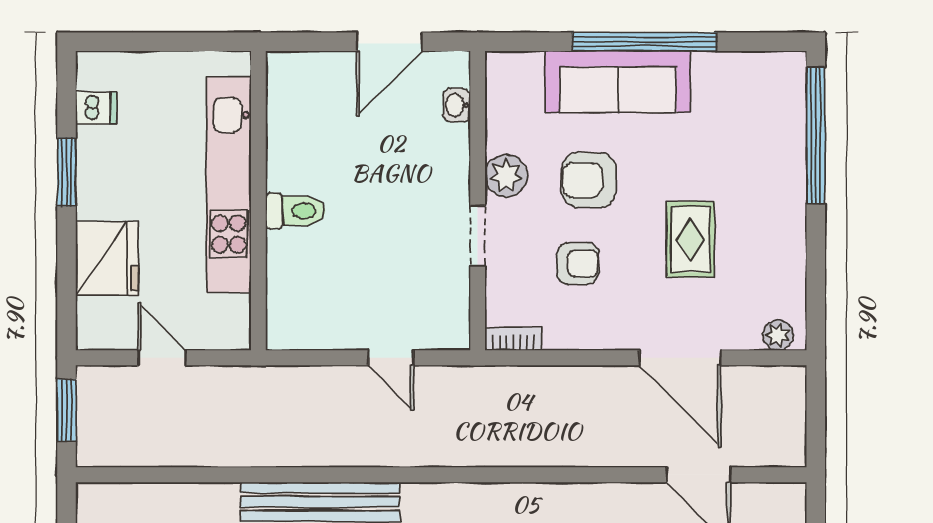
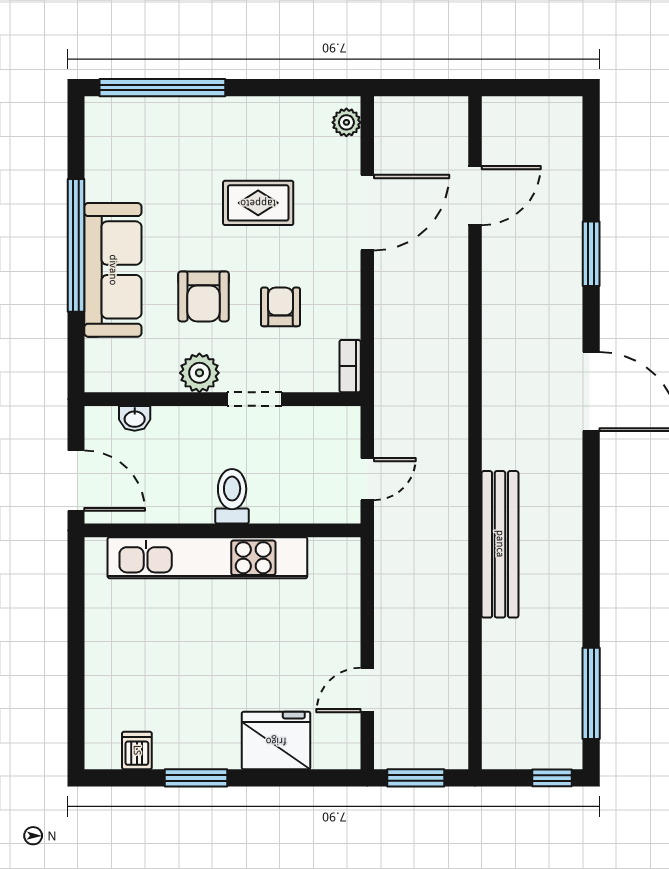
kitchen unit: (229, 184) -> (207, 558), moved
wall: (258, 201) -> (222, 530), moved
toilet: (295, 211) -> (232, 496), moved

